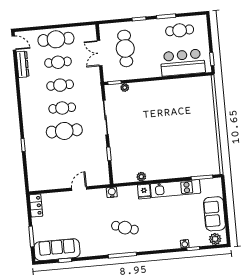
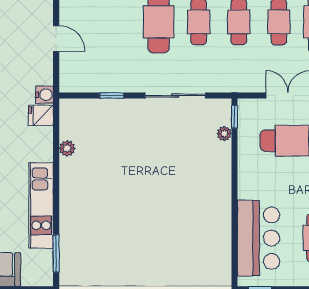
fridge: (144, 191) -> (41, 115), moved

